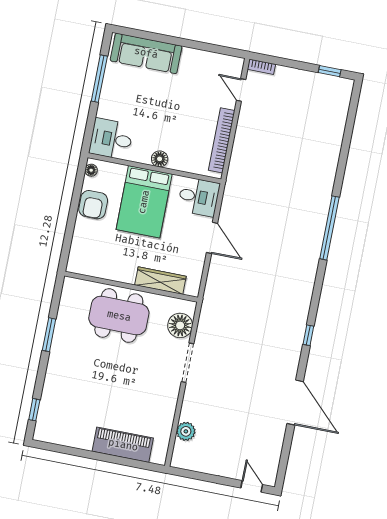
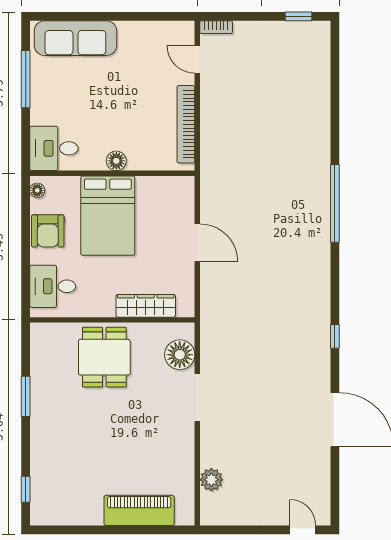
desk: (199, 197) -> (53, 286), moved, turned 180
dining table: (119, 316) -> (104, 357), width x0.73

